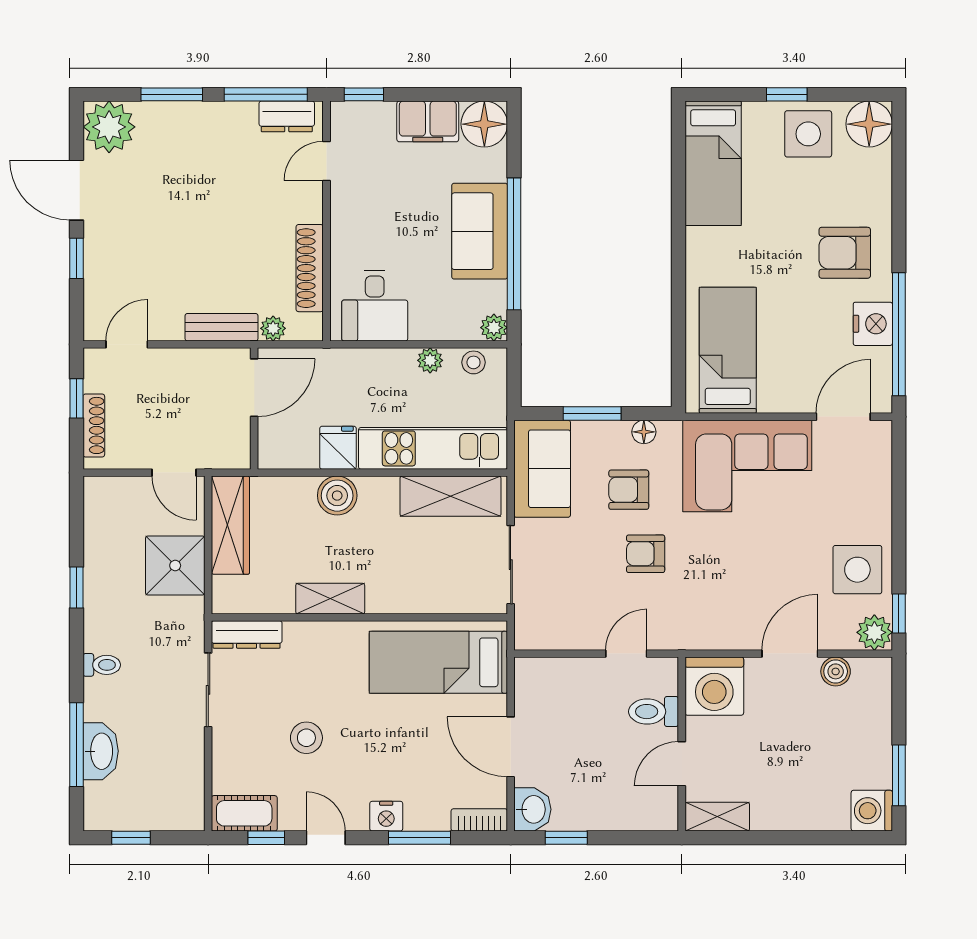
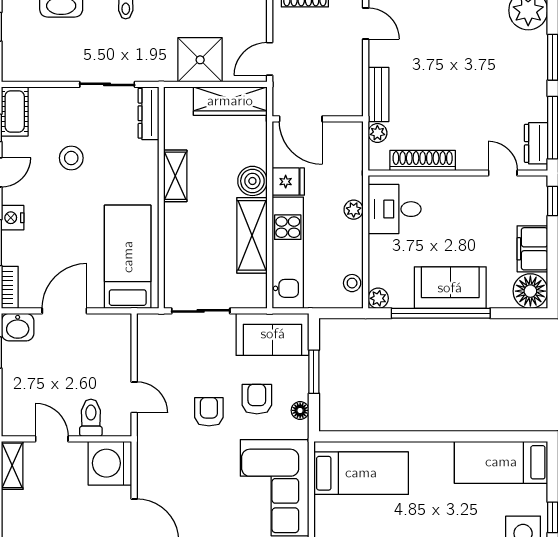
plant: (430, 360) -> (354, 210), moved
door: (254, 388) -> (301, 119), moved
shelving: (450, 496) -> (252, 235), moved

